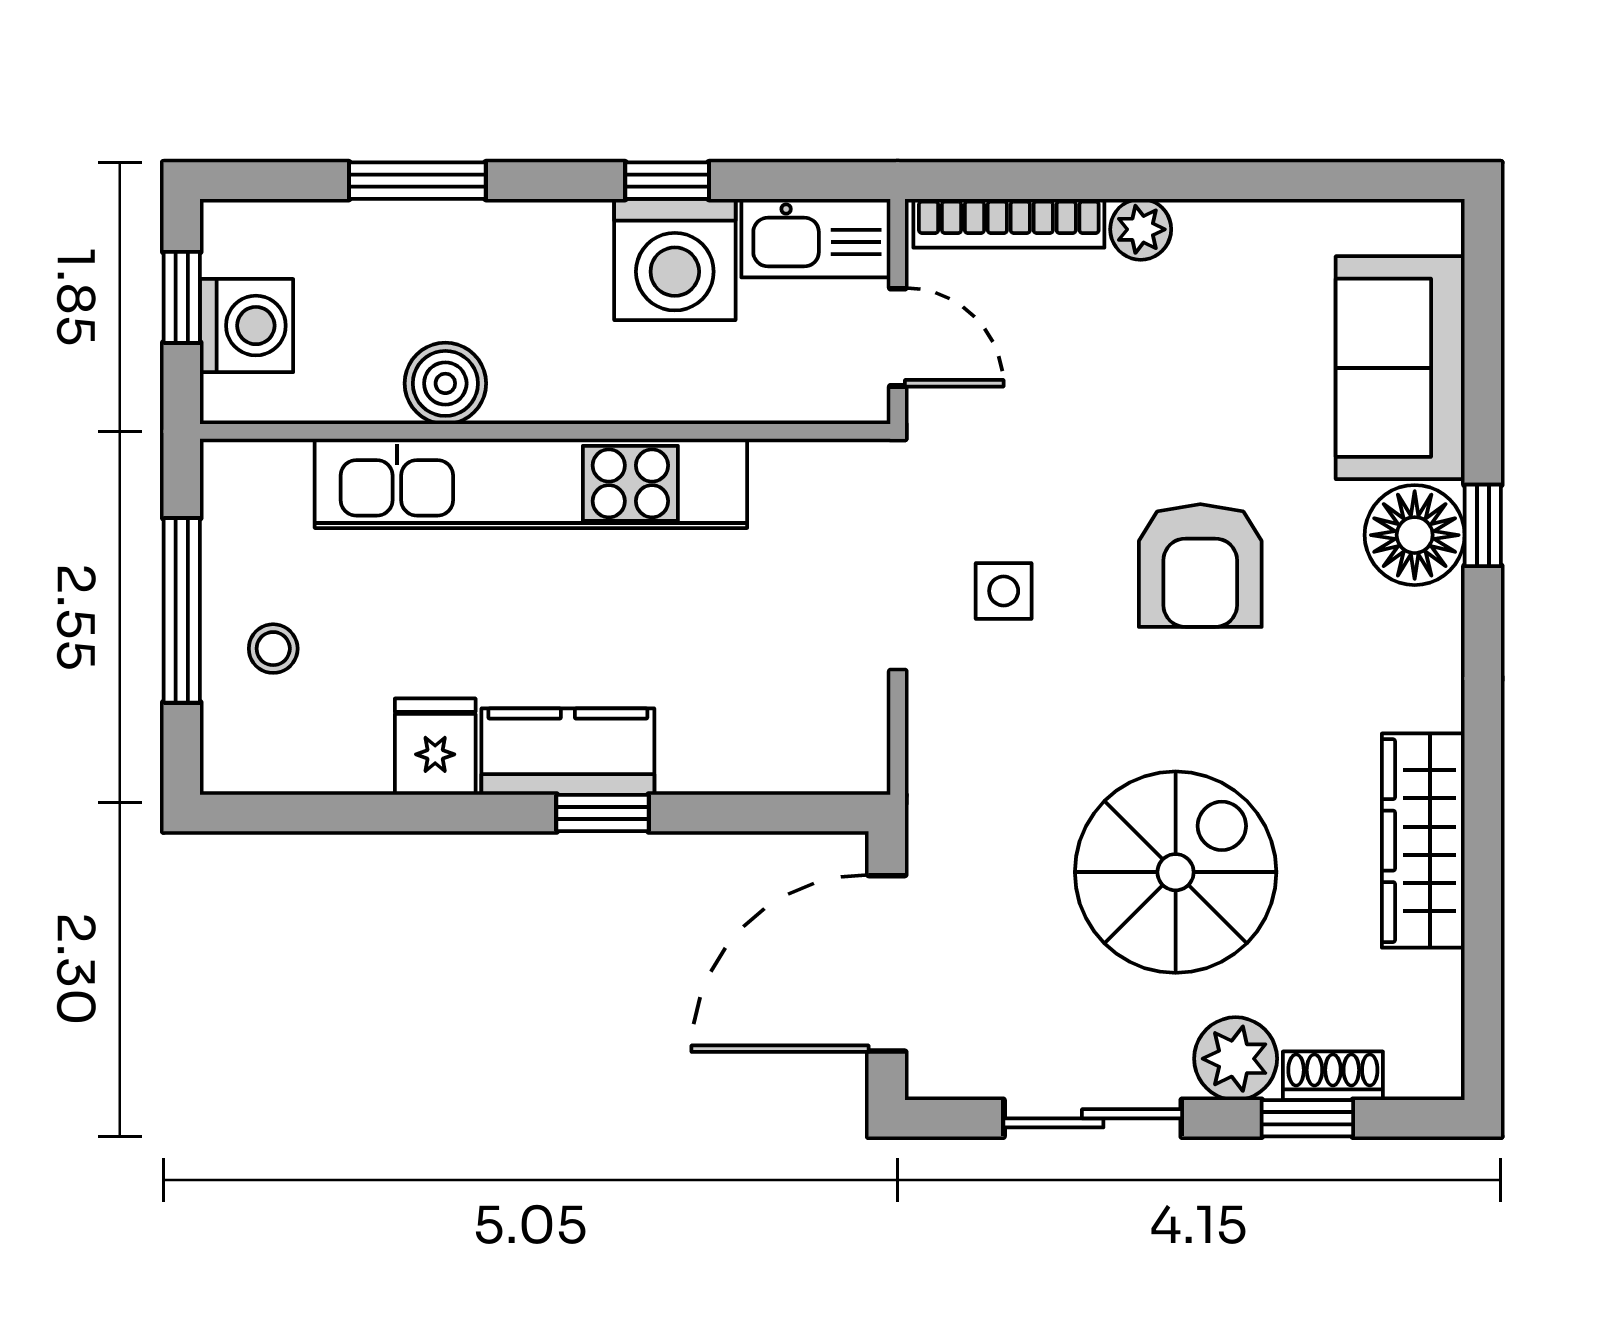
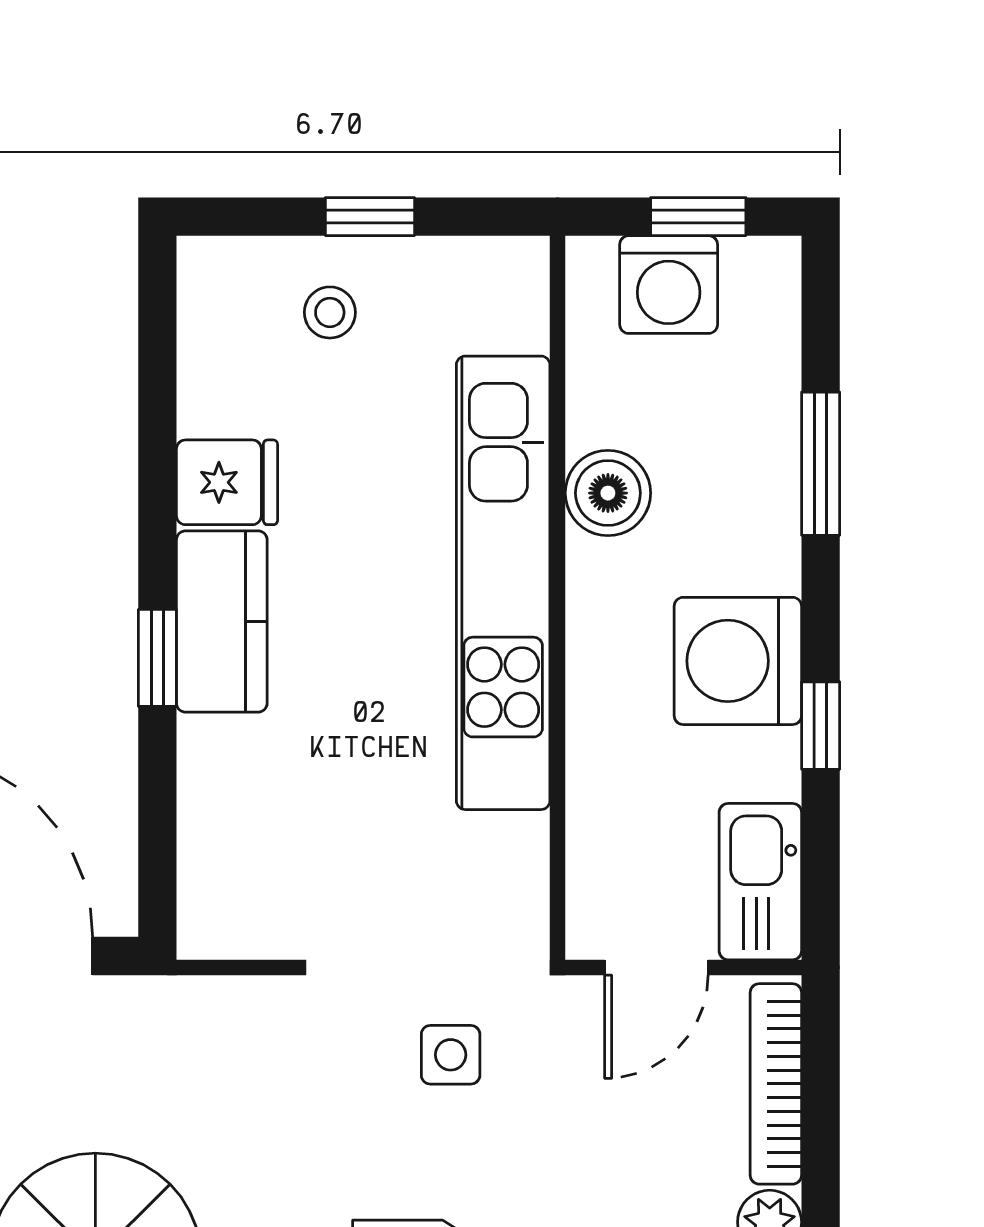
washing machine: (675, 259) -> (738, 661), moved
side table: (1004, 591) -> (451, 1055), moved
window: (182, 610) -> (370, 217), width x0.46

